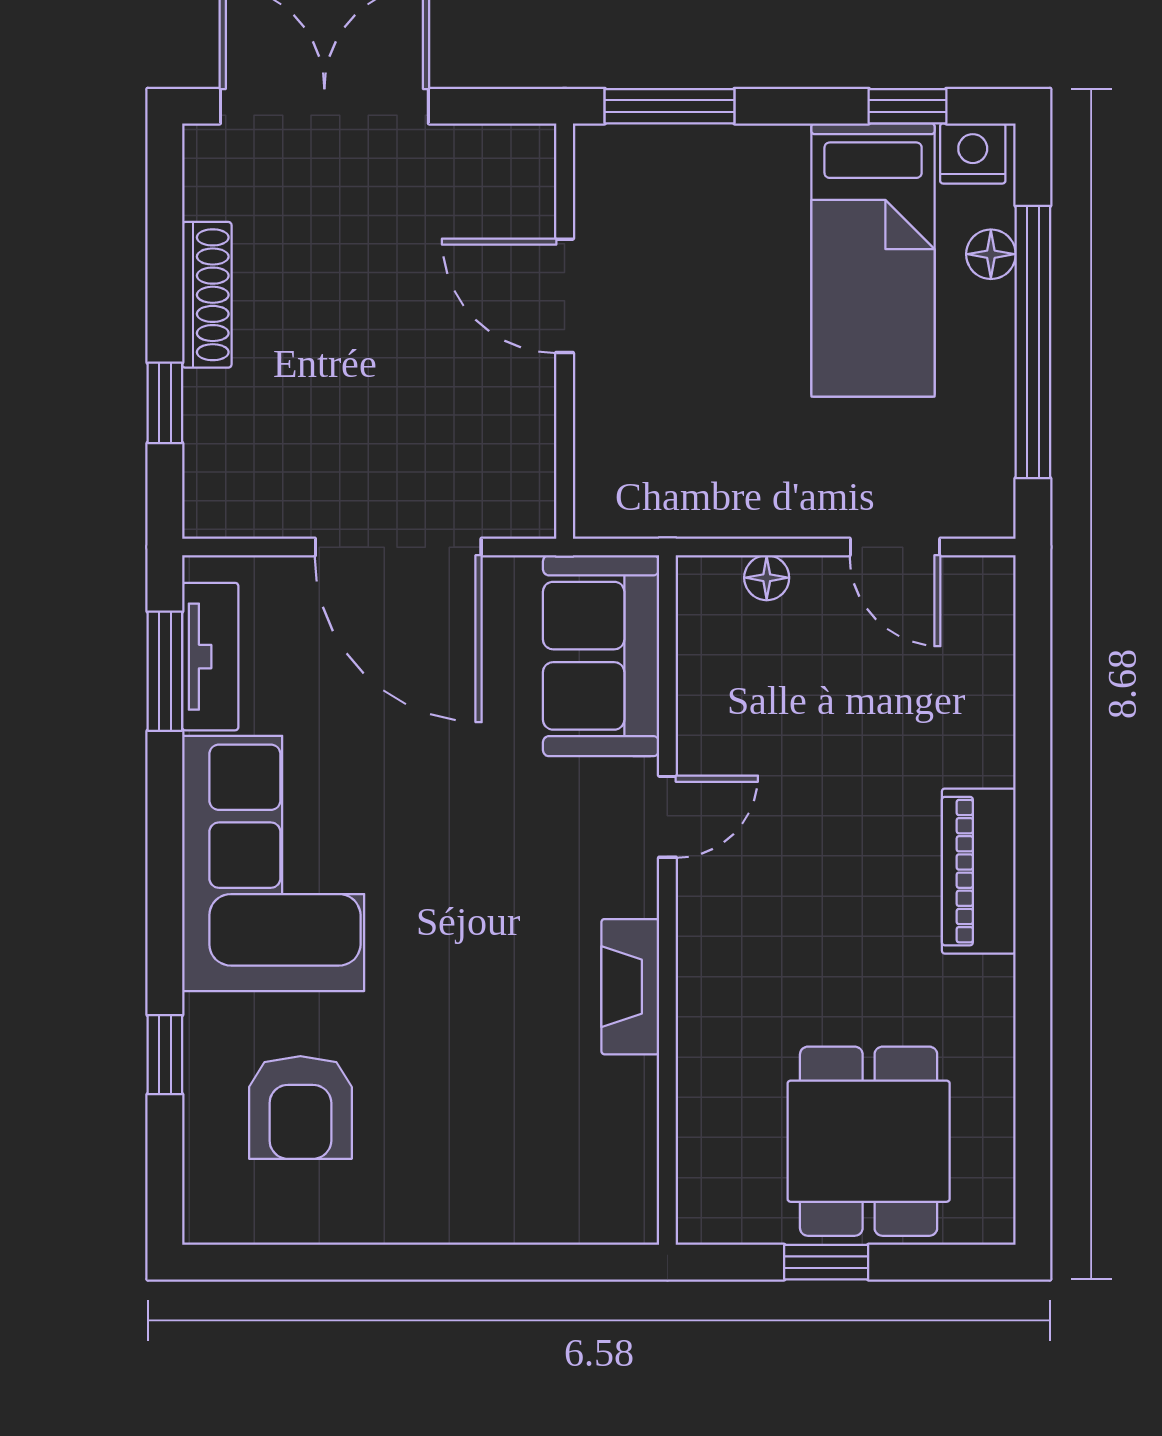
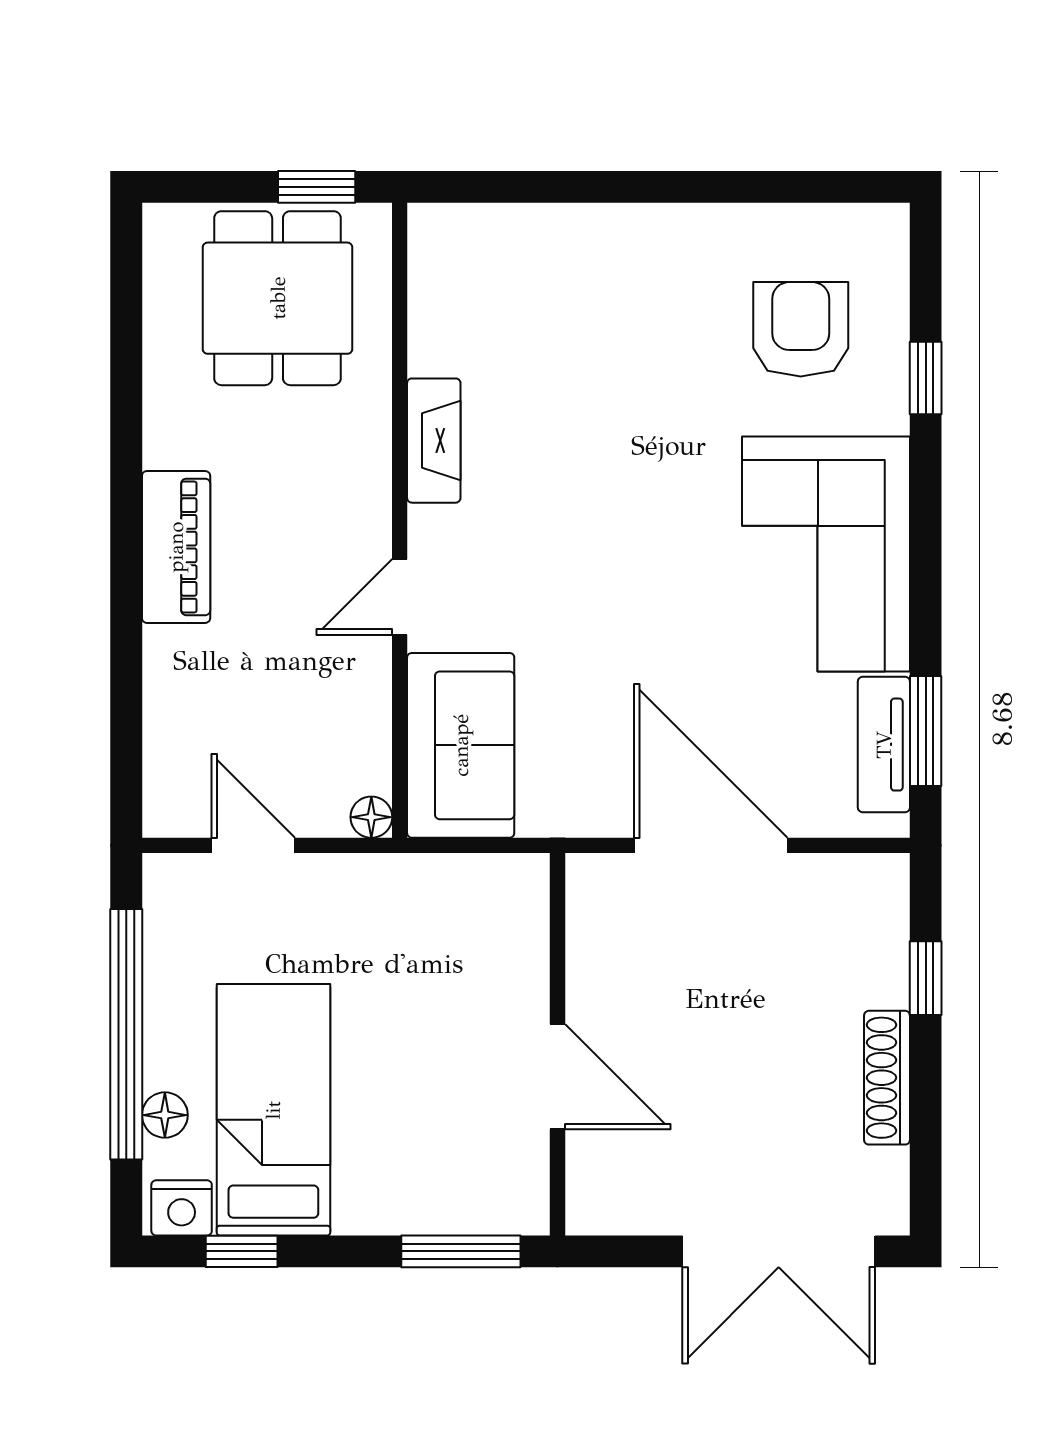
sofa: (601, 656) -> (461, 745), moved
door: (667, 817) -> (400, 597), moved
wall: (667, 900) -> (400, 520), moved
fireplace: (630, 987) -> (434, 441), moved

